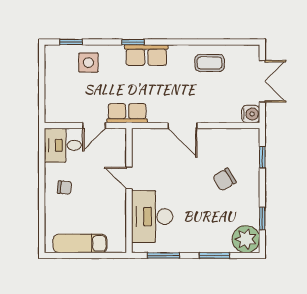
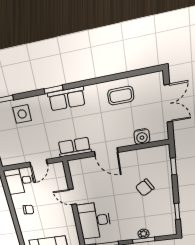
row of seats: (127, 113) -> (74, 147), moved
water cooler: (251, 114) -> (142, 137), moved, turned 90
plant: (246, 239) -> (144, 234), moved, width x0.53, depth x0.53

